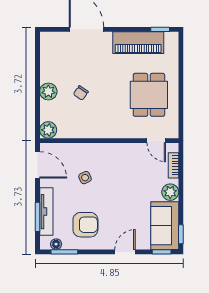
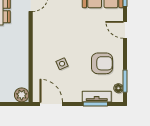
door: (38, 165) -> (51, 104), hinge flipped
tv unit: (46, 212) -> (97, 97), width x0.71
armchair: (85, 225) -> (102, 63), turned 90

